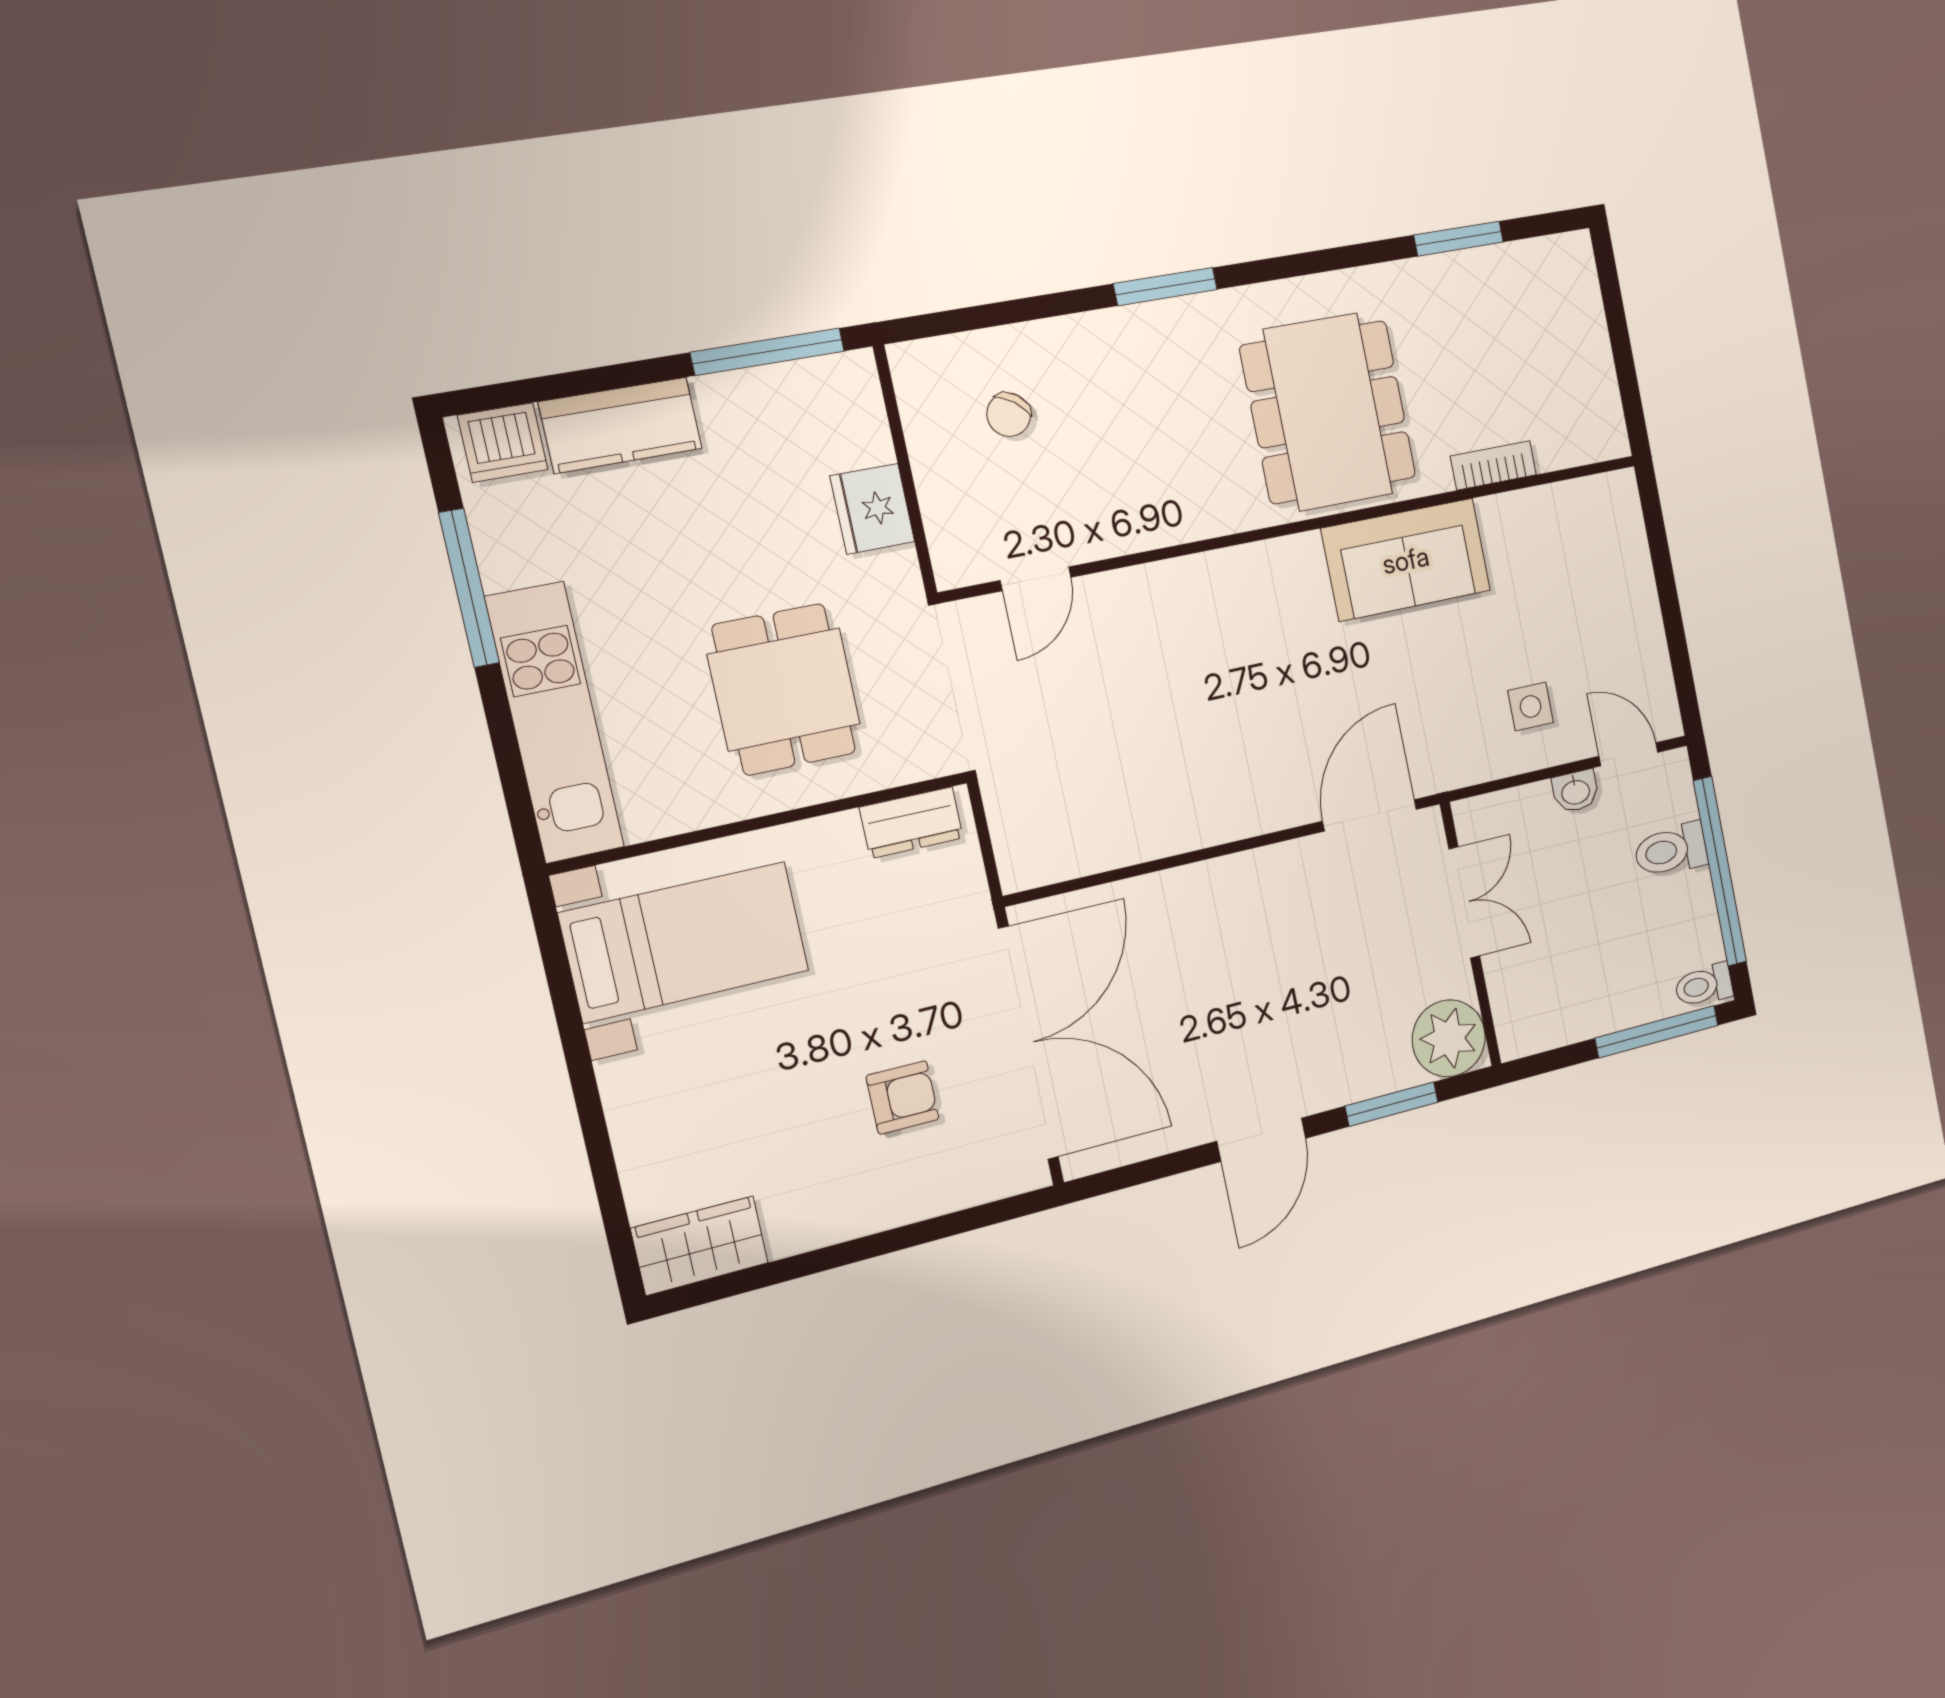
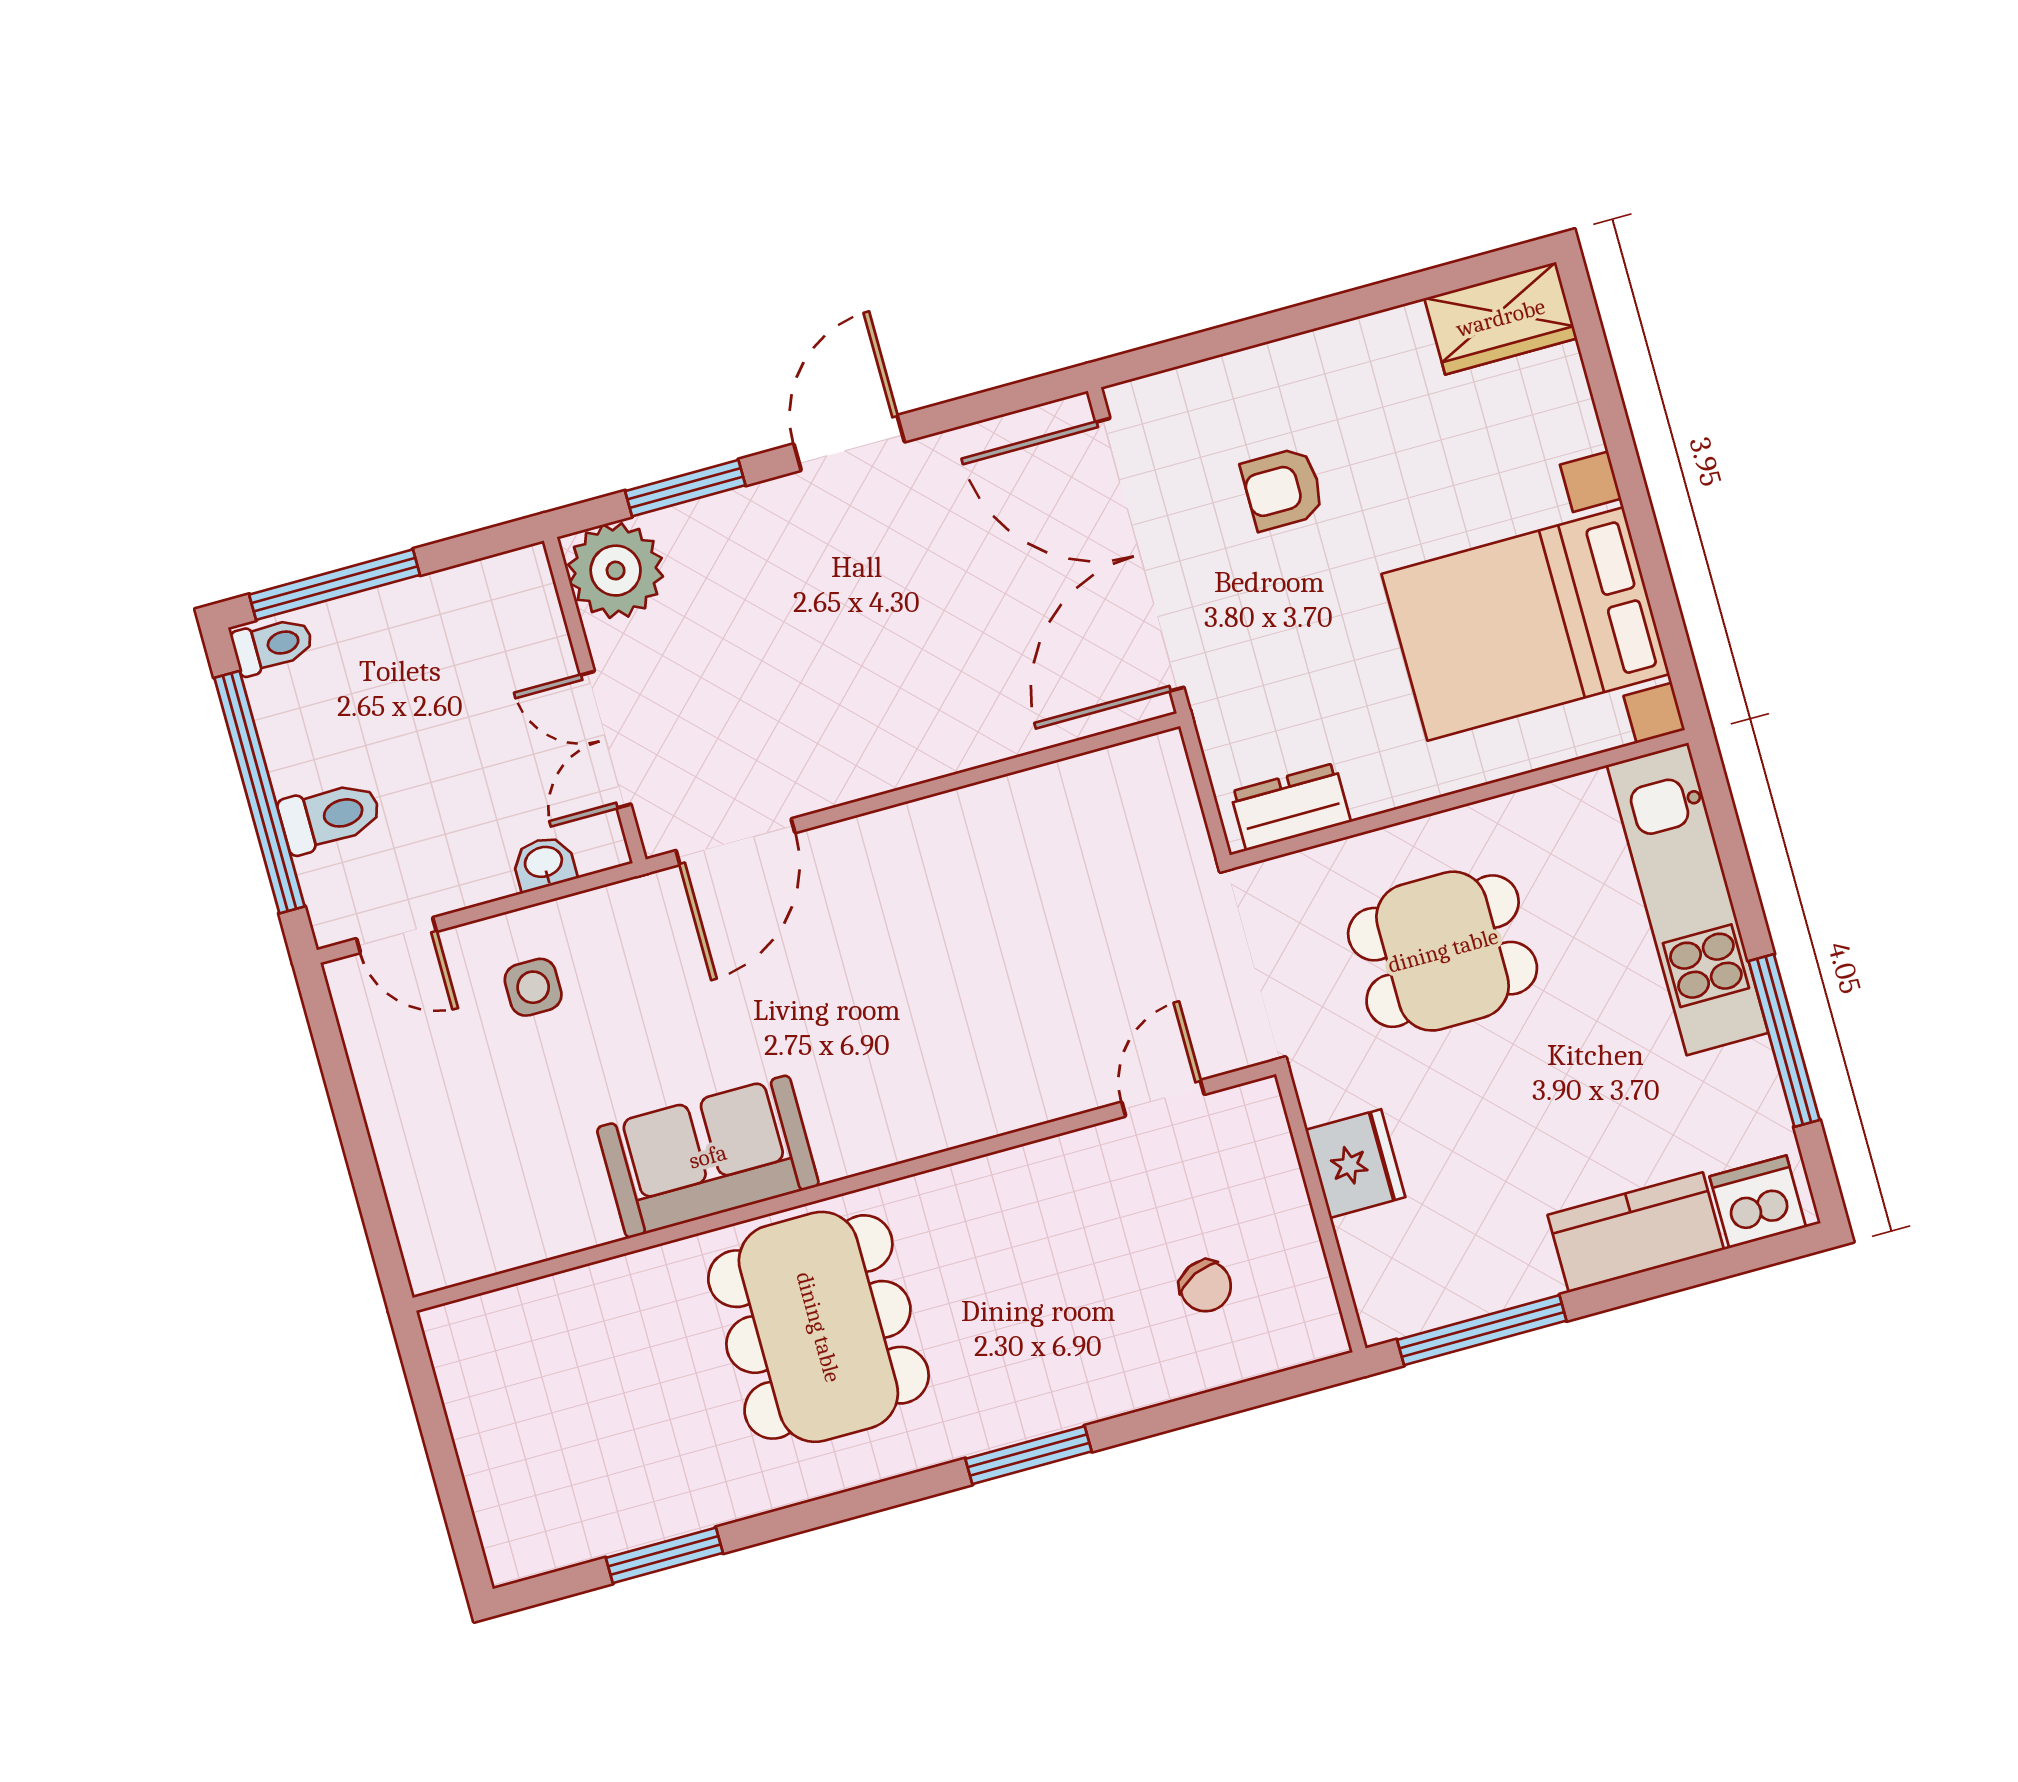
chair: (1009, 415) -> (1205, 1286), turned 118
bookcase: (1493, 465) -> (601, 1282), removed
dining table: (784, 689) -> (1443, 951), turned 90
washbasin: (1575, 791) -> (544, 863), moved
bed with nightstands: (685, 942) -> (1526, 624), width x1.36

